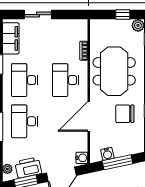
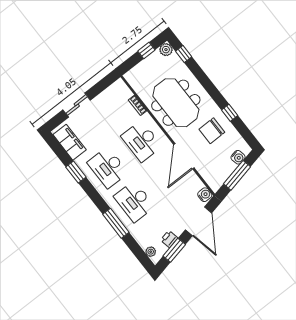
water cooler: (107, 154) -> (238, 157), moved
printer: (28, 168) -> (169, 239), width x0.53, depth x0.68

